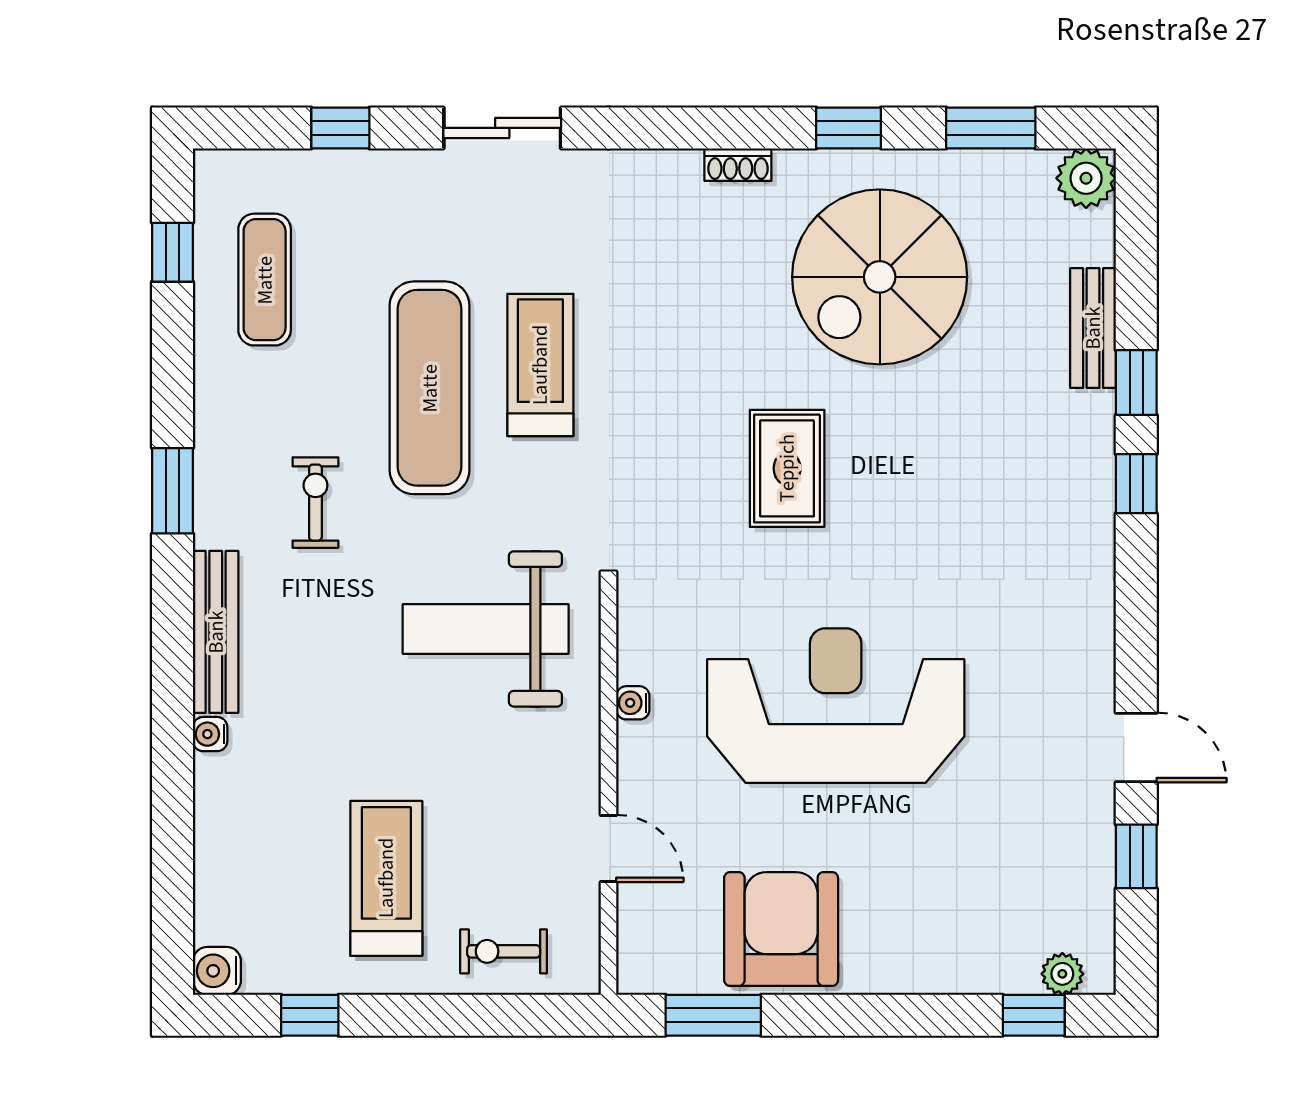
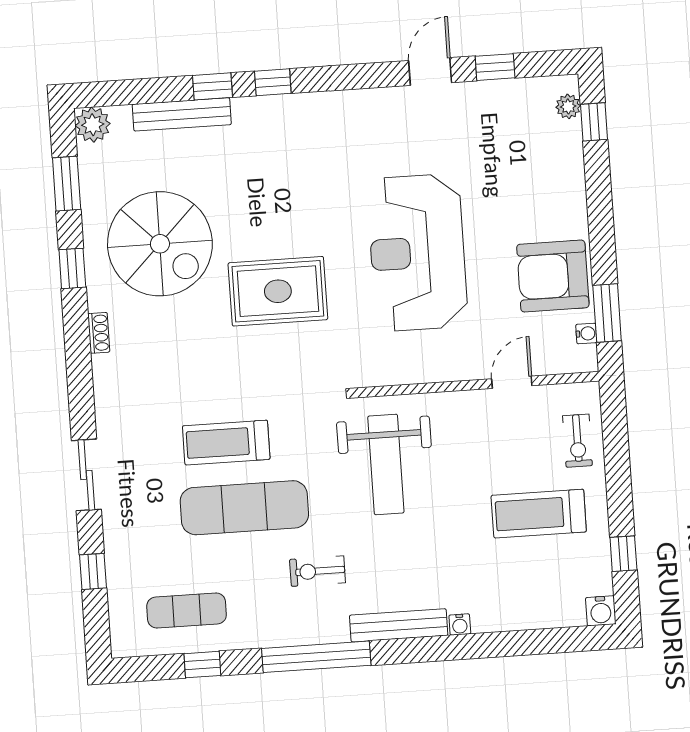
window: (173, 252) -> (202, 665), moved
bench: (1093, 328) -> (182, 114), width x1.36
rug: (787, 468) -> (278, 291), width x1.36, depth x1.43
window: (173, 491) -> (316, 657), width x2.11
water cooler: (633, 703) -> (586, 333), moved, turned -90

